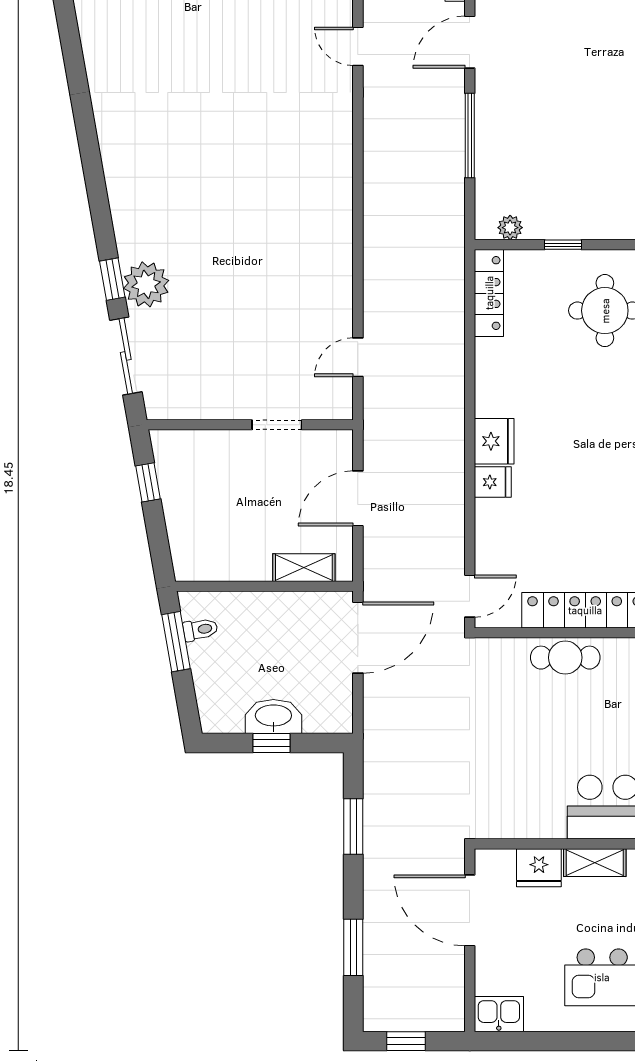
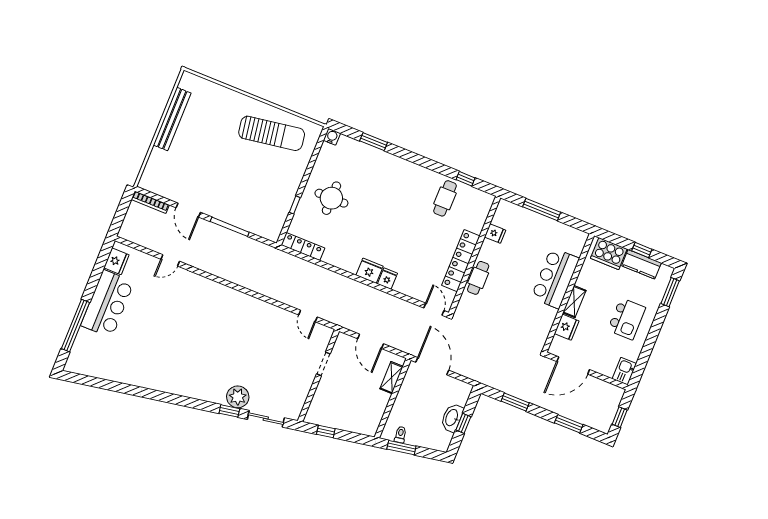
plant: (510, 228) -> (278, 225), removed

